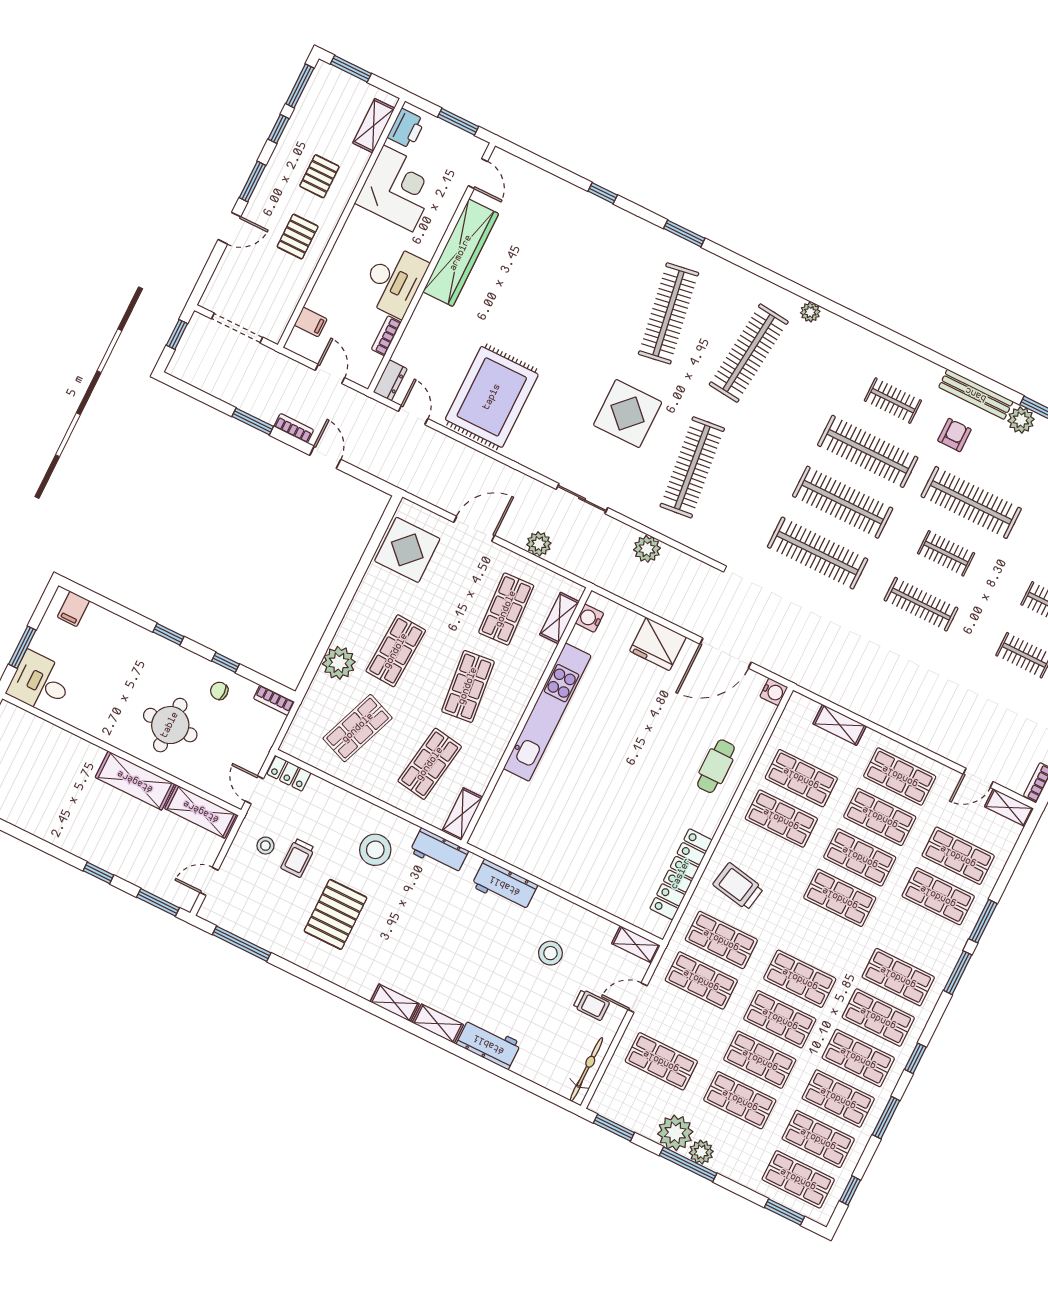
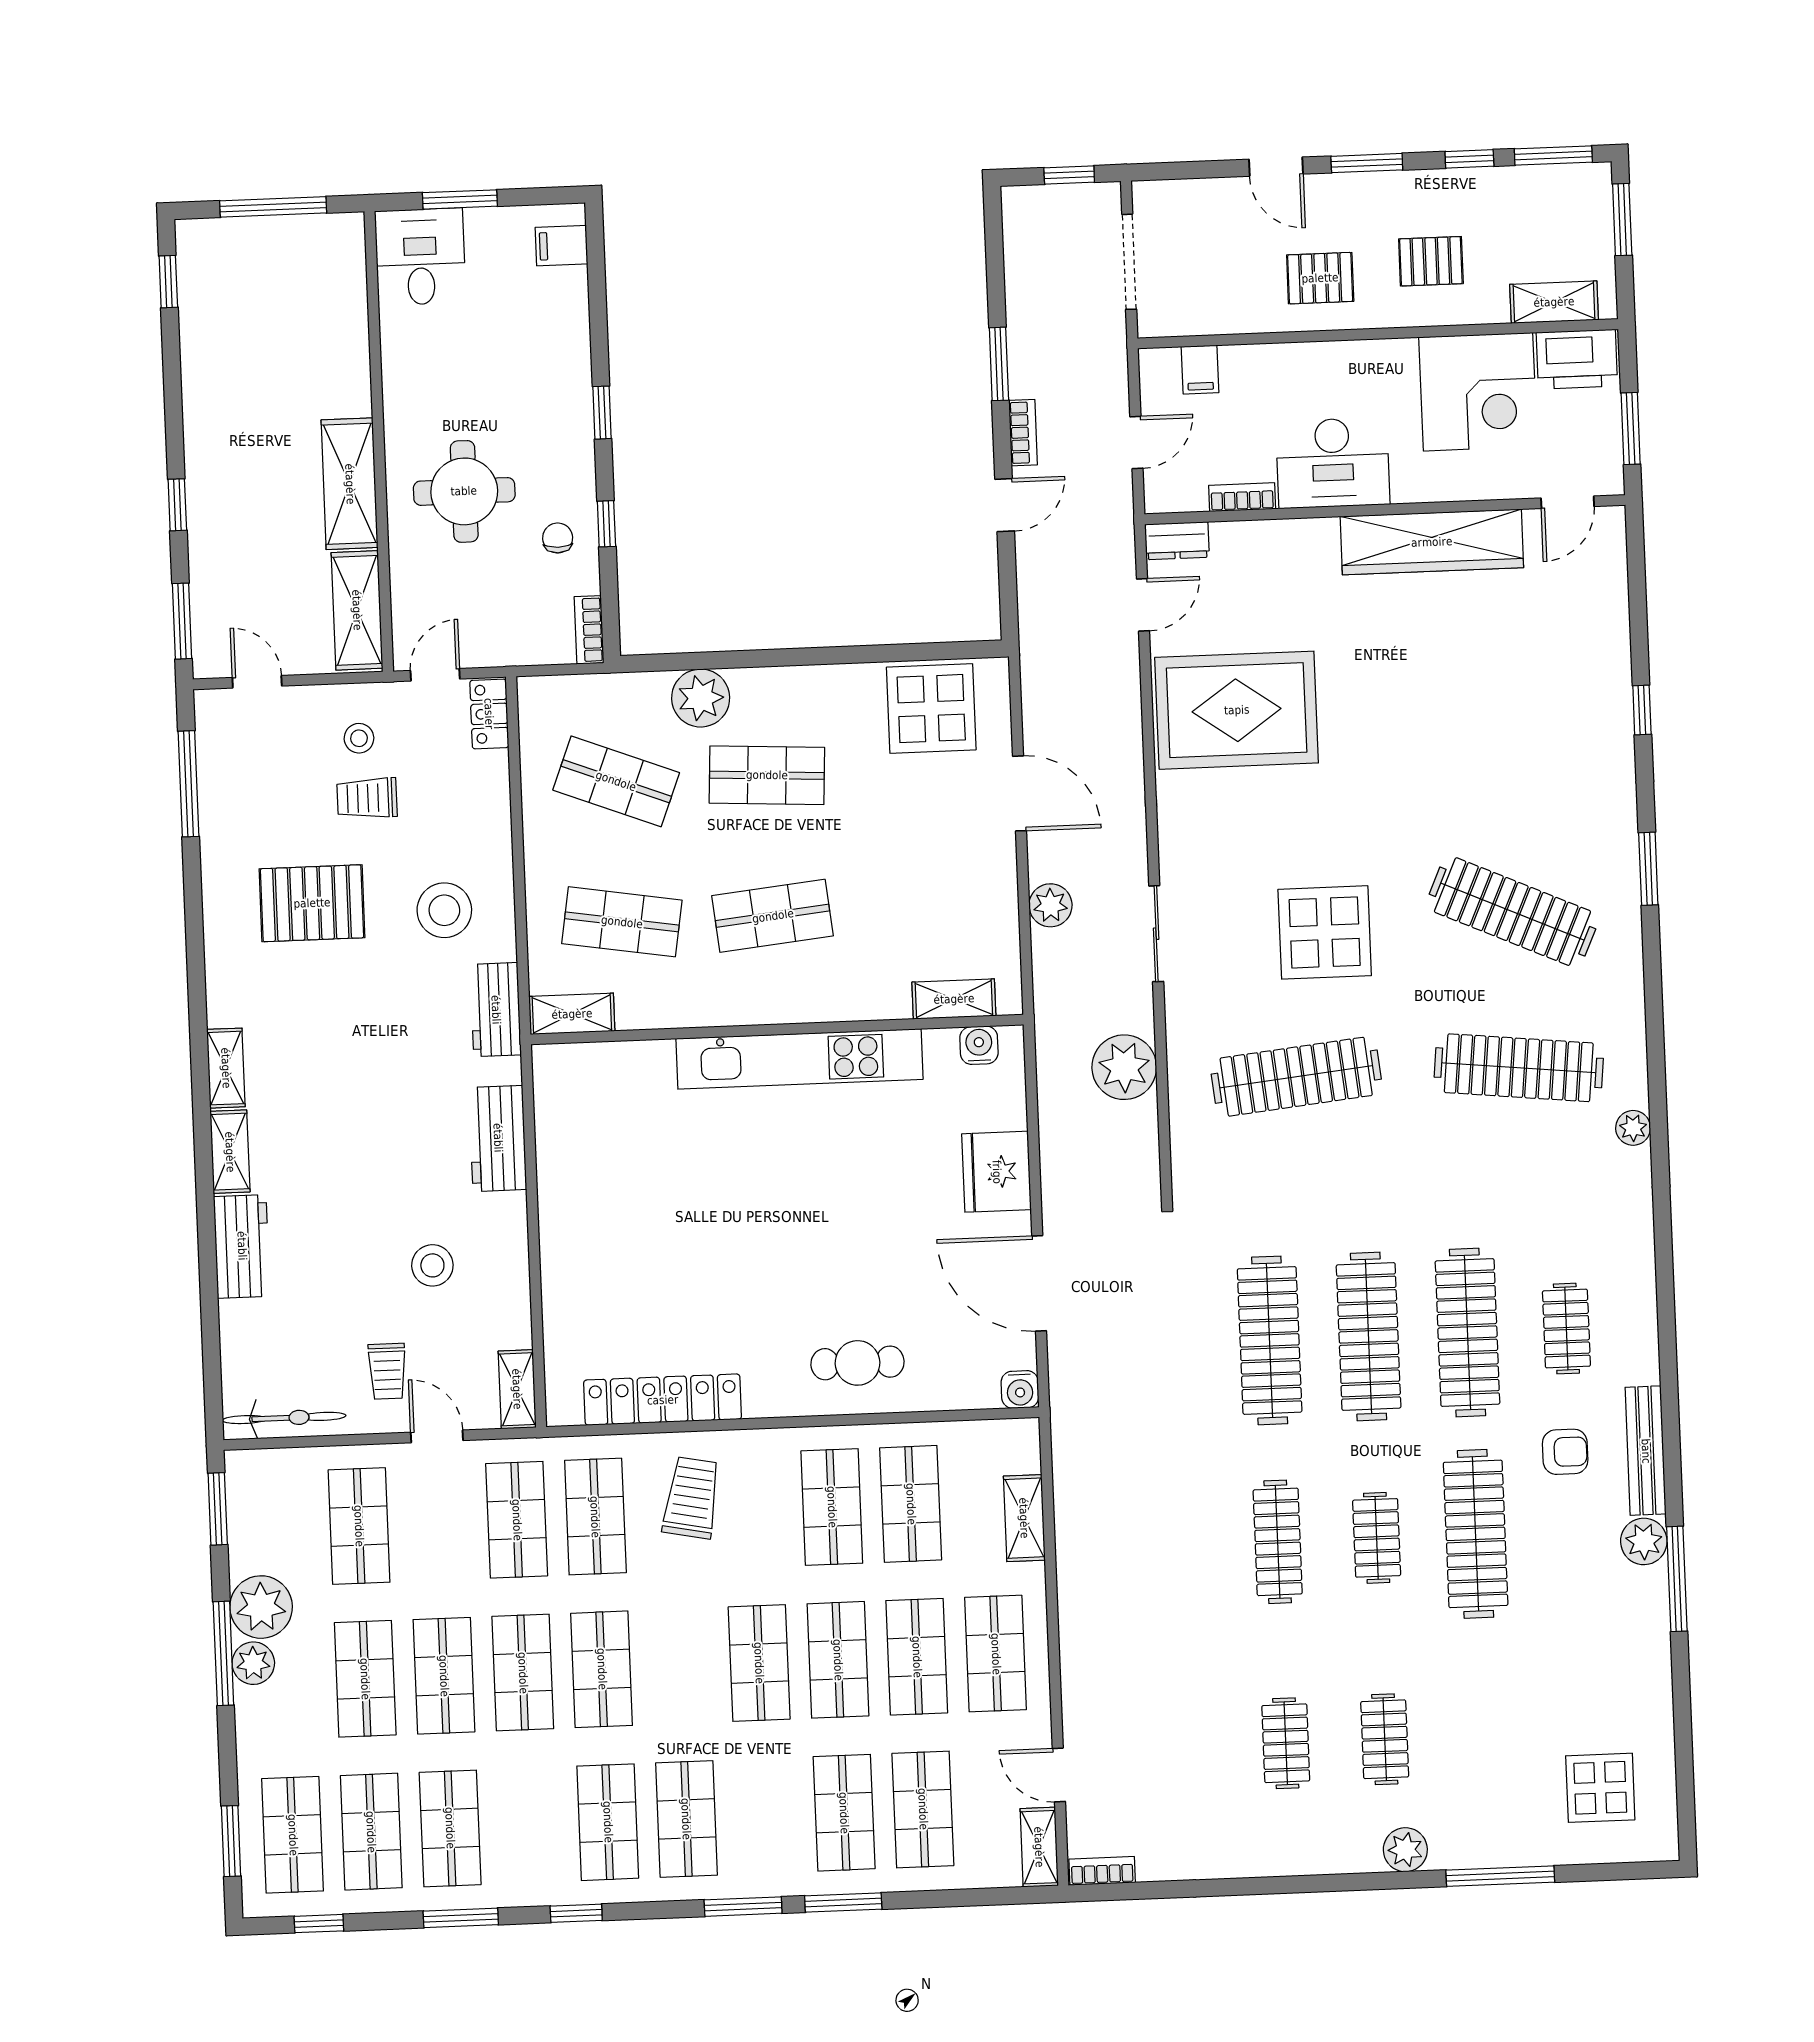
printer: (406, 129) -> (1577, 359), width x1.37, depth x1.19
clothes rail: (669, 313) -> (1512, 912), turned 33
plant: (647, 549) -> (1124, 1067), width x1.36, depth x1.36
shop shelf: (506, 609) -> (923, 910), removed
shop shelf: (858, 1058) -> (529, 1825), removed

